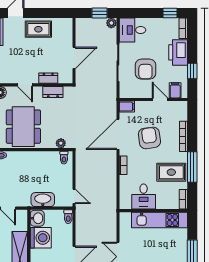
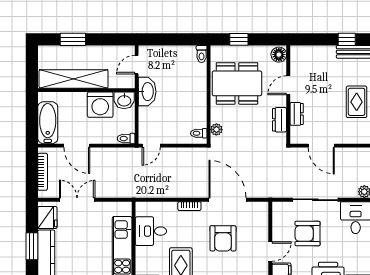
filing cabinet: (127, 107) -> (262, 211), removed
armchair: (149, 138) -> (223, 238), turned 98
washbasin: (43, 200) -> (147, 92), moved

